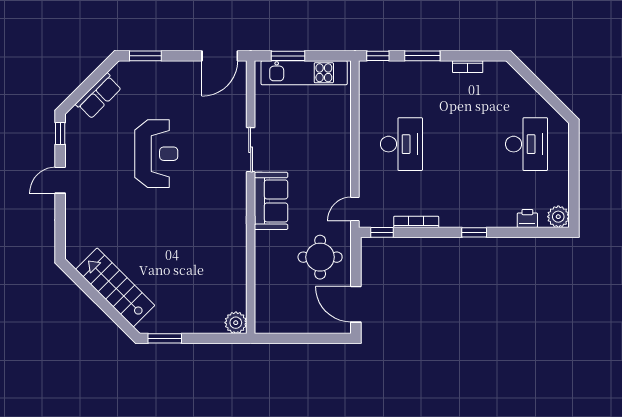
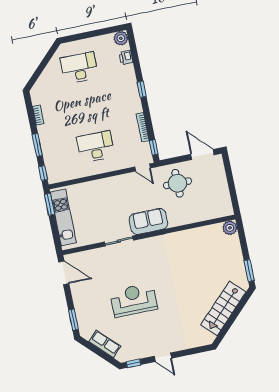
window: (288, 56) -> (50, 204), moved
door: (356, 304) -> (203, 154), swing flipped

